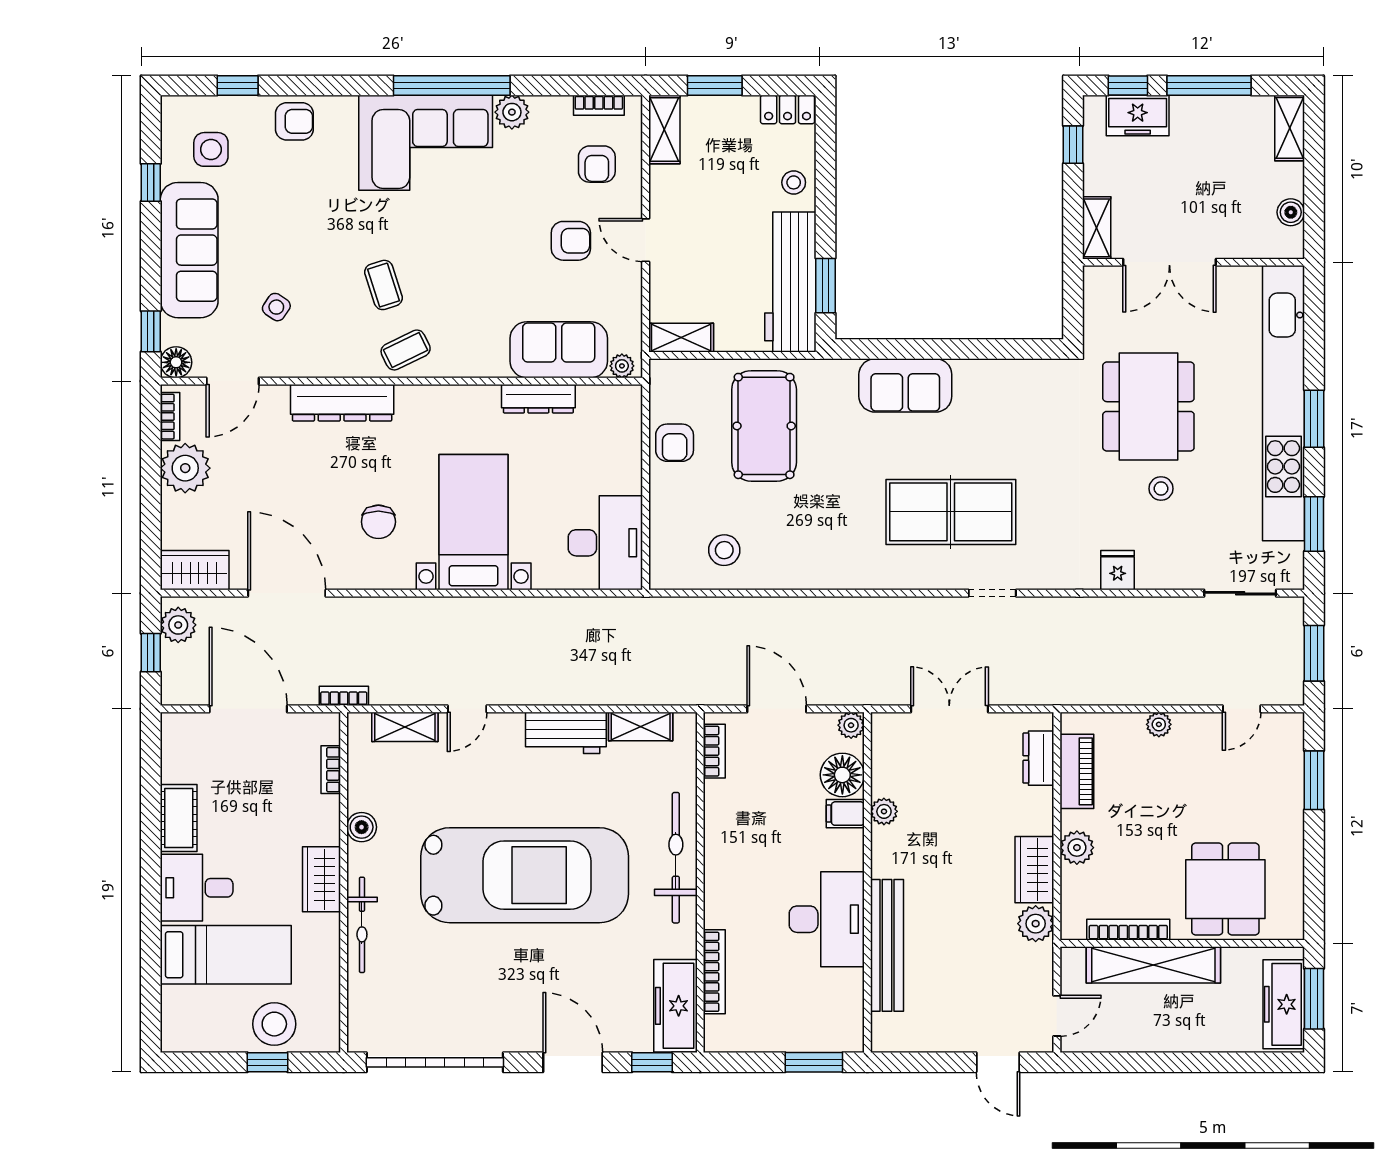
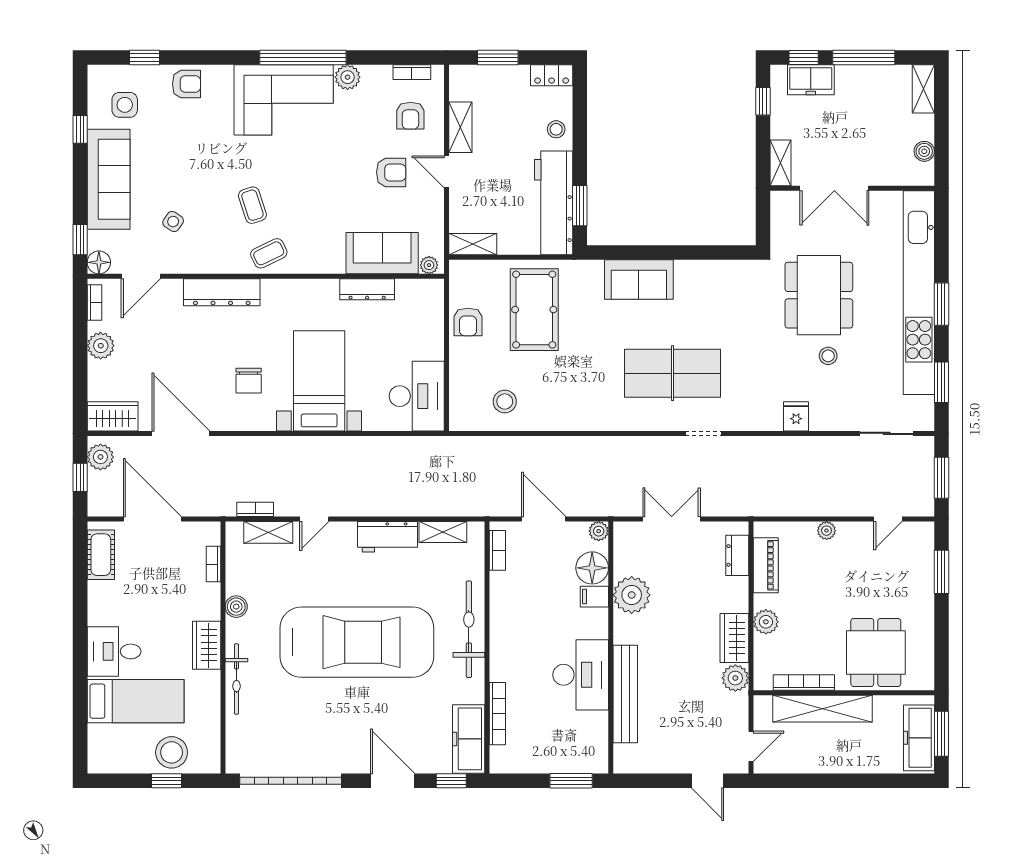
shelving: (664, 129) -> (460, 127), moved
plant: (185, 468) -> (101, 346), width x0.73, depth x0.73
bookcase: (344, 696) -> (255, 509), moved
plant: (884, 811) -> (632, 595), width x1.87, depth x1.87
cot: (179, 818) -> (101, 555), moved

